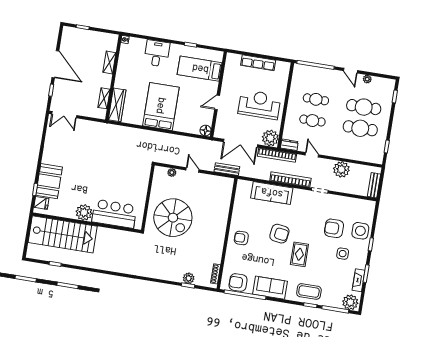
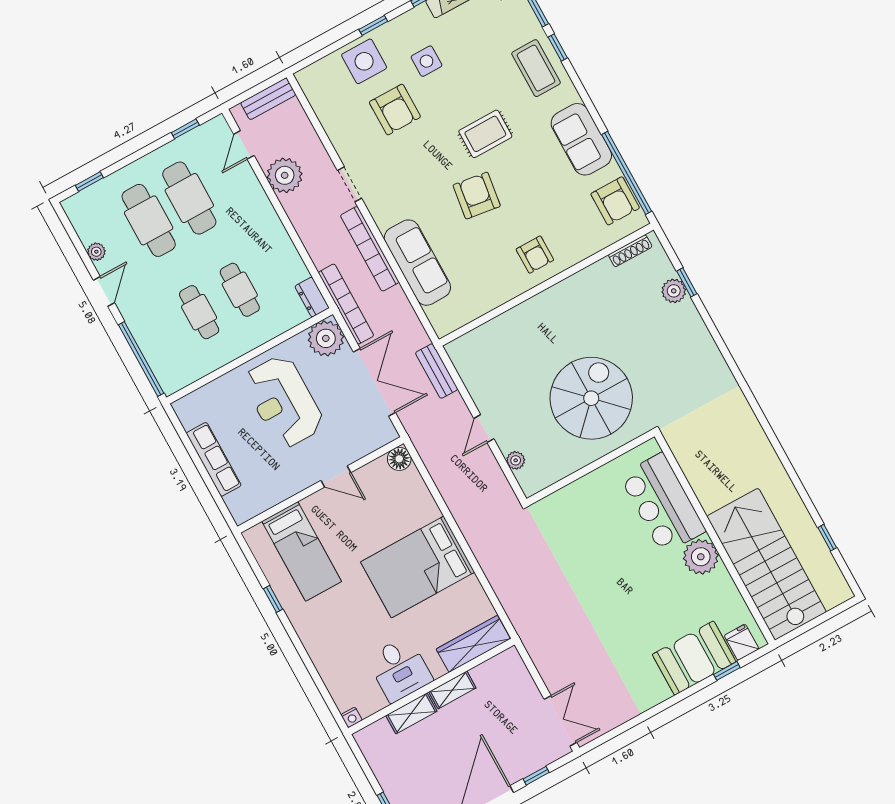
desk: (157, 53) -> (400, 669), moved, turned -90
shelving: (104, 98) -> (452, 690), moved
door: (312, 155) -> (244, 145), moved

